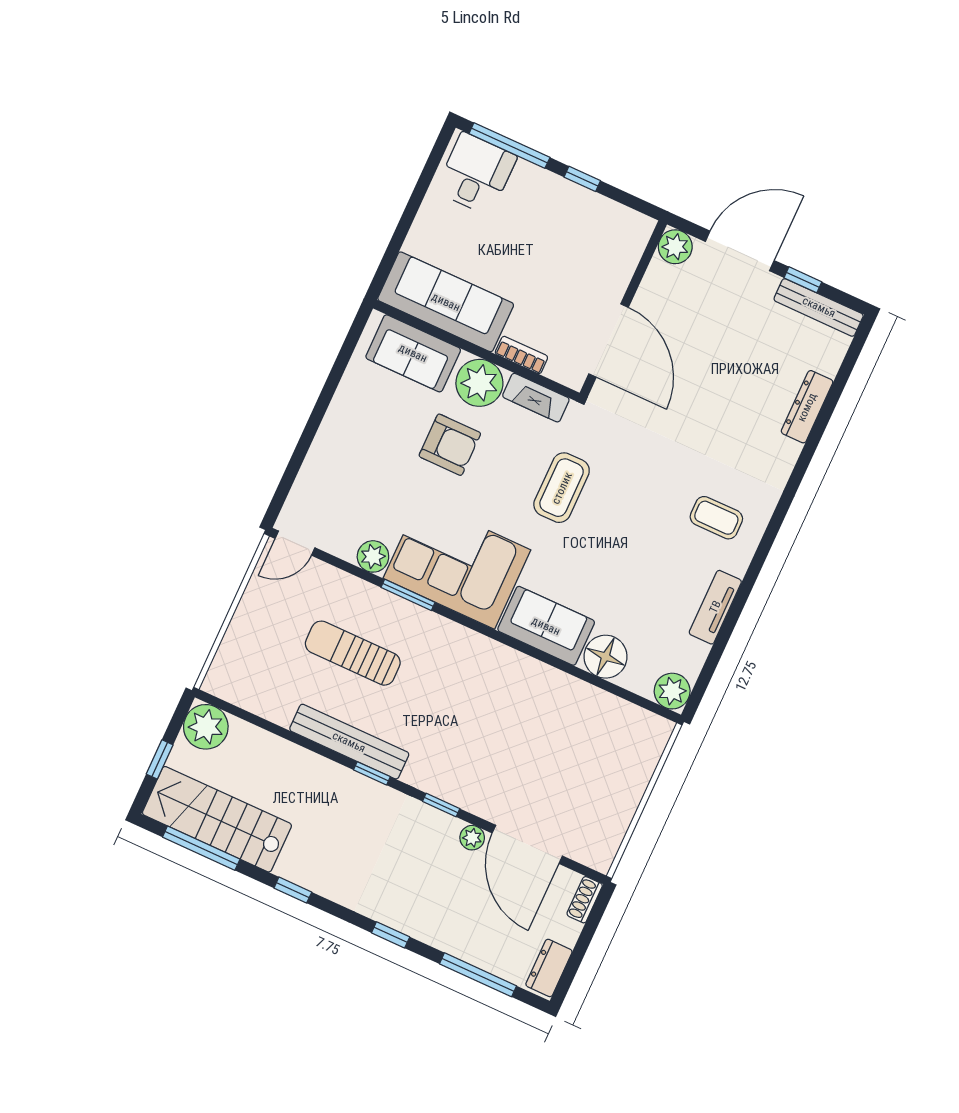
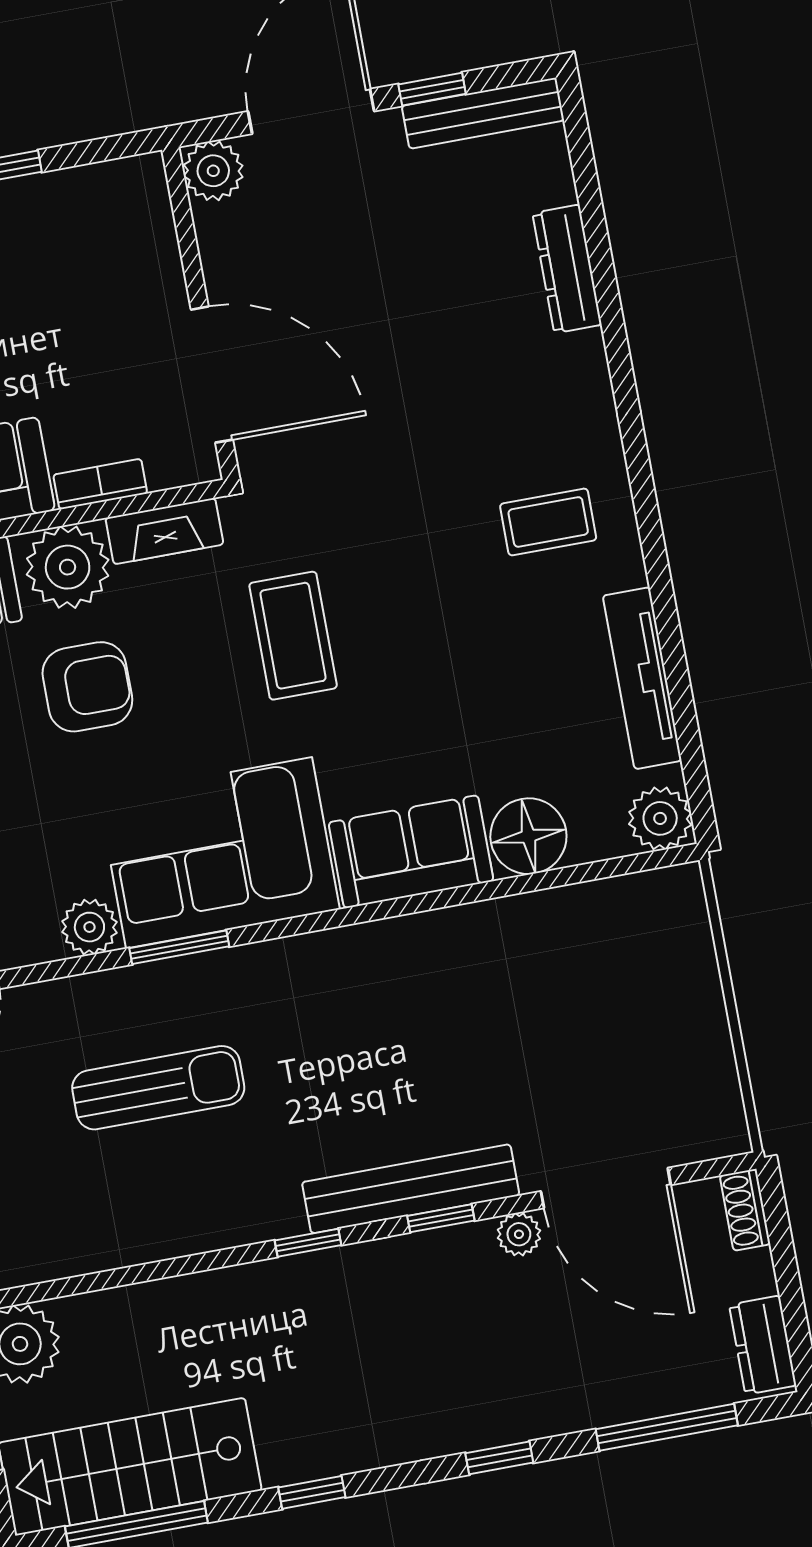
tv unit: (715, 607) -> (642, 678), width x1.41
sun lounger: (353, 653) -> (158, 1088), turned 180
bench: (349, 742) -> (411, 1189), moved

